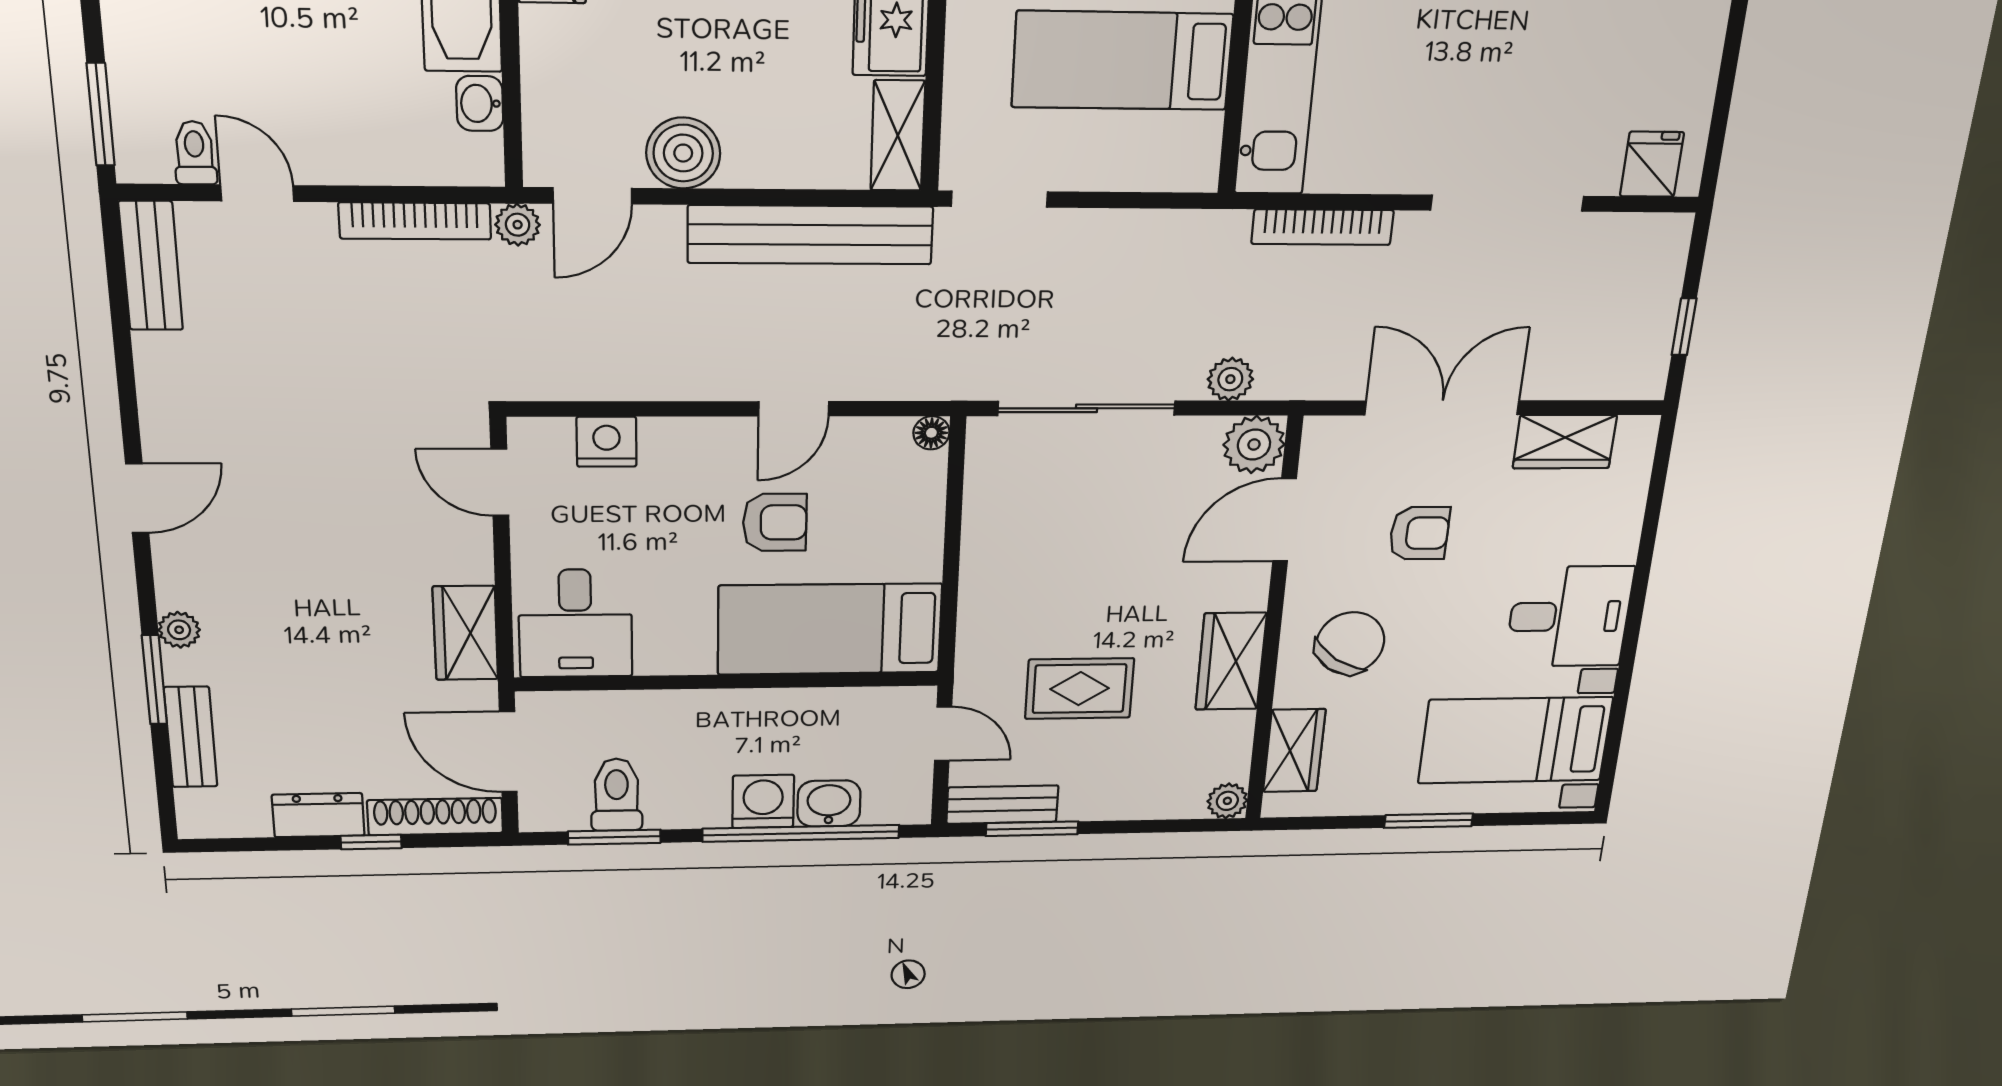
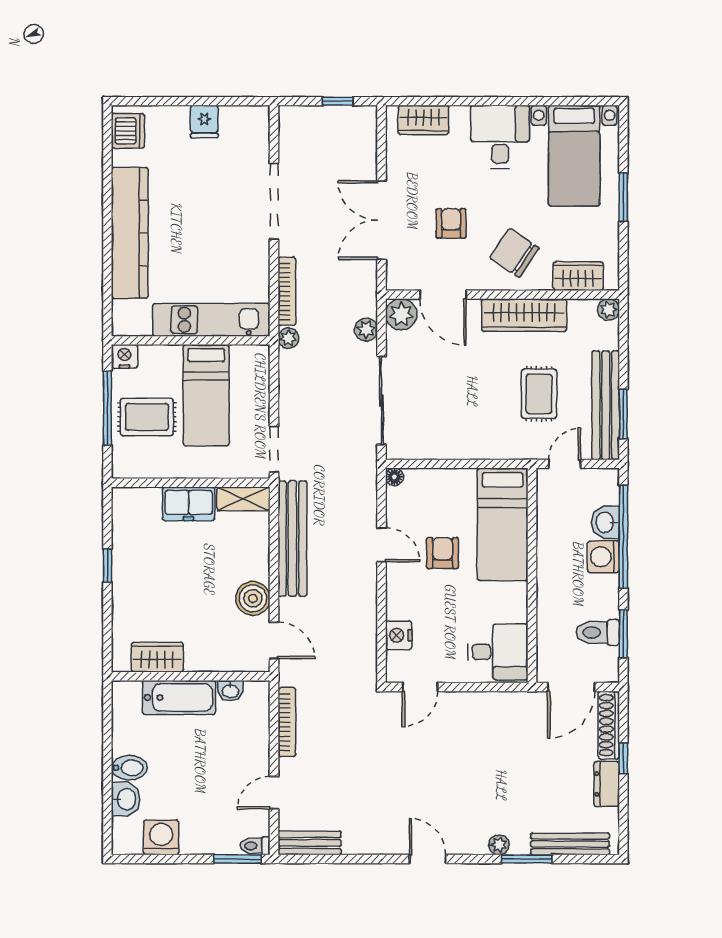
toilet: (195, 153) -> (255, 846), moved
fridge: (1652, 164) -> (204, 122), moved, turned -90
plant: (518, 225) -> (288, 338), moved
wardrobe: (1565, 442) -> (423, 120), moved, turned 90
wardrobe: (465, 633) -> (502, 706), removed
wardrobe: (1231, 661) -> (524, 315), width x1.50
bench: (191, 737) -> (570, 844), width x1.36
bench: (1002, 805) -> (606, 405), width x1.86, depth x1.21

